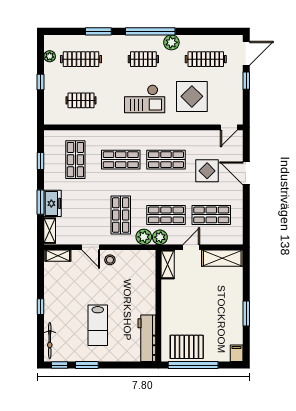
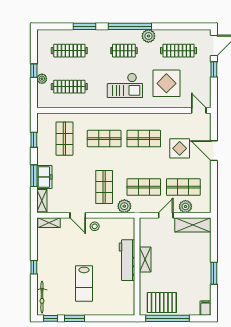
plant: (50, 56) -> (42, 79), moved
clothes rail: (81, 100) -> (69, 87), width x1.36
door: (229, 127) -> (199, 110), swing flipped
plant: (160, 237) -> (185, 206), moved
shelving: (168, 264) -> (145, 260), moved
workbench: (147, 338) -> (127, 260), moved

